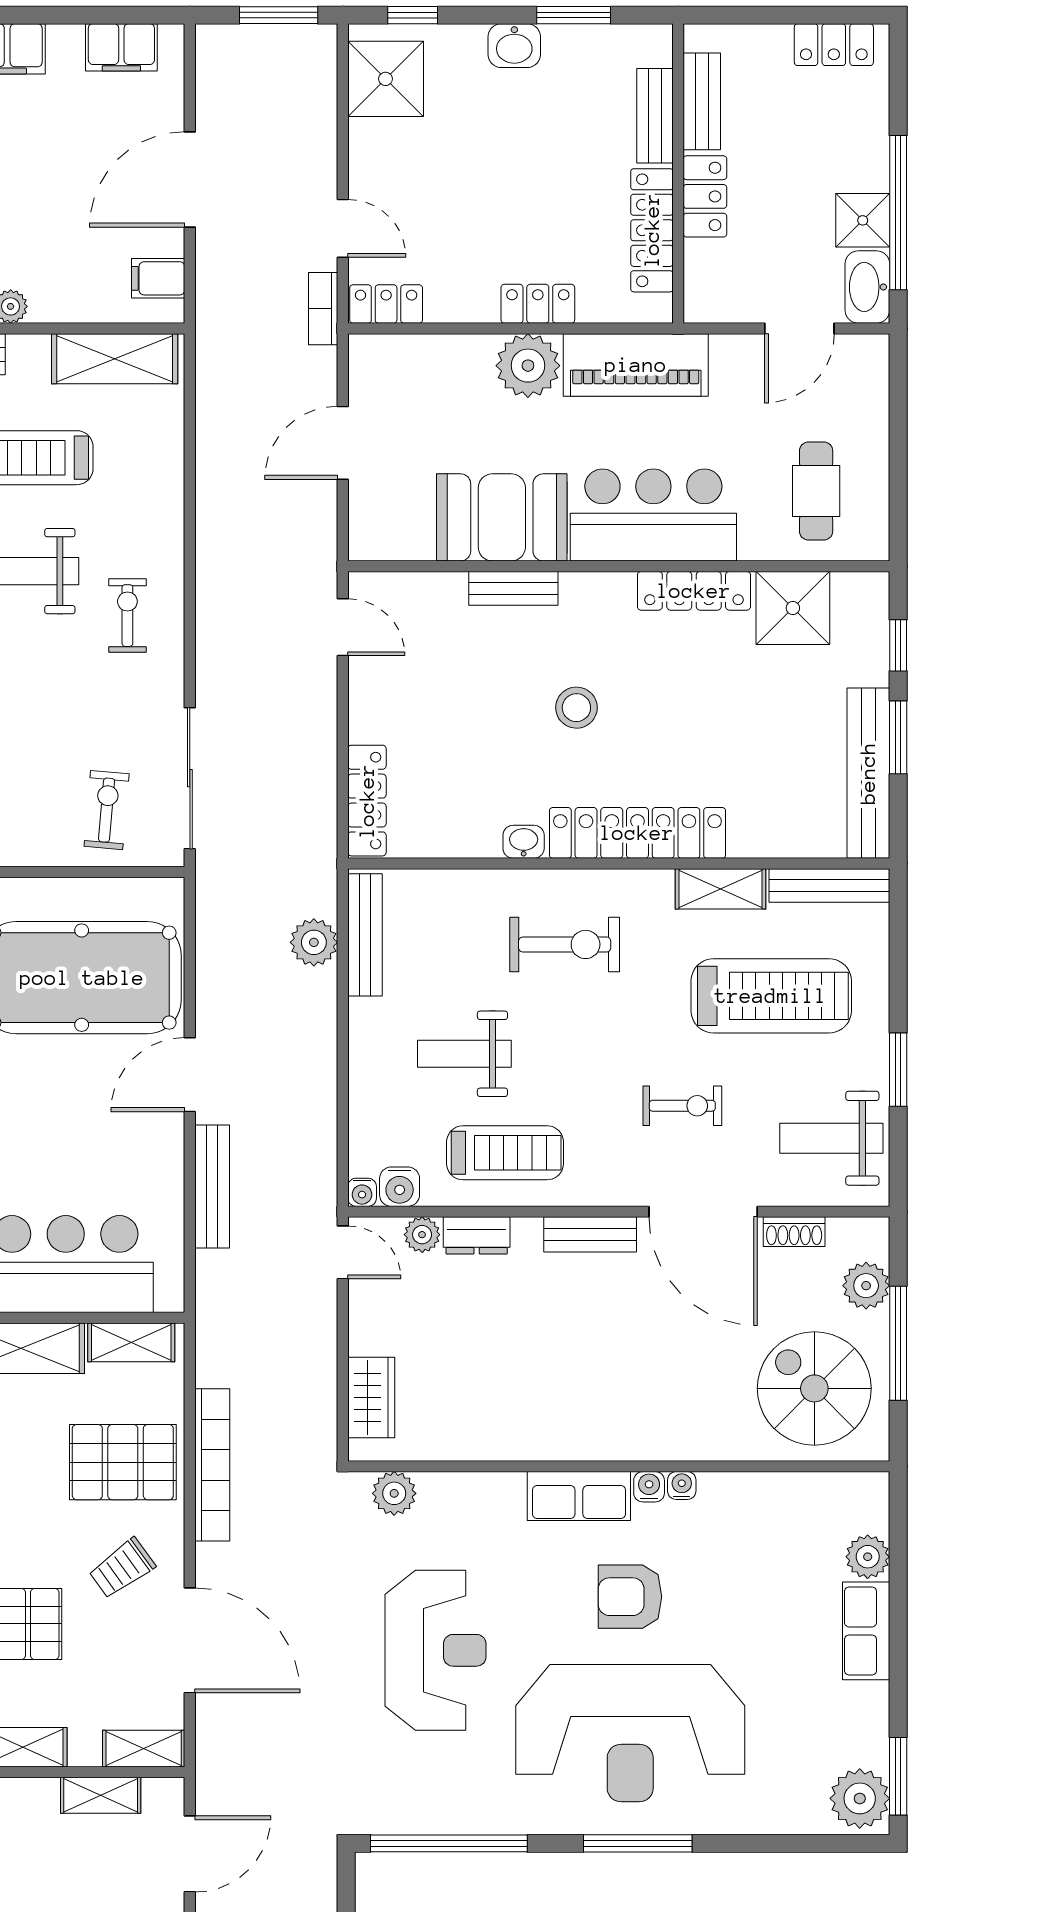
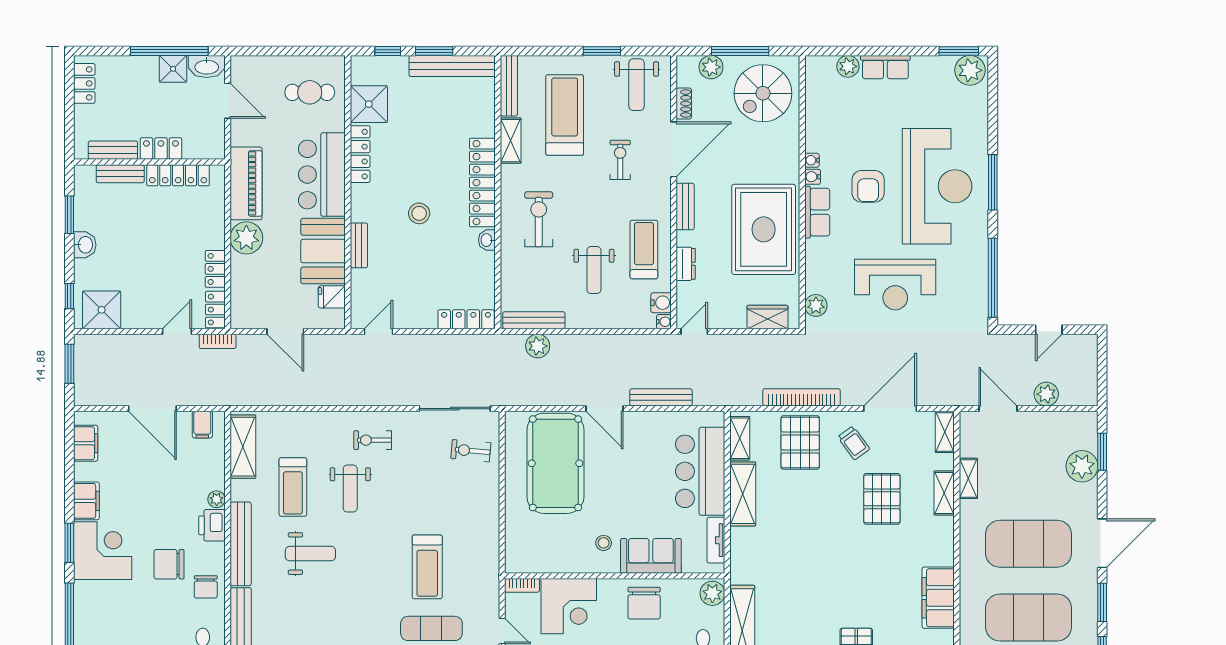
locker: (538, 304) -> (215, 269), moved
fridge: (411, 535) -> (332, 297), added
plant: (422, 1235) -> (685, 291), removed
rug: (545, 1390) -> (764, 229), added
reception desk: (435, 1650) -> (895, 285), turned 180
shelving: (101, 1795) -> (968, 478), moved

